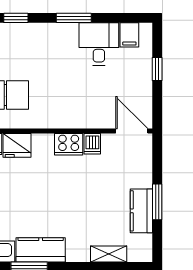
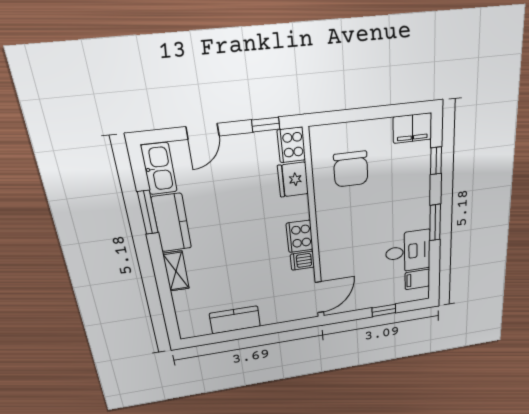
window: (157, 202) -> (247, 333), removed
shelving: (109, 254) -> (176, 271), moved

